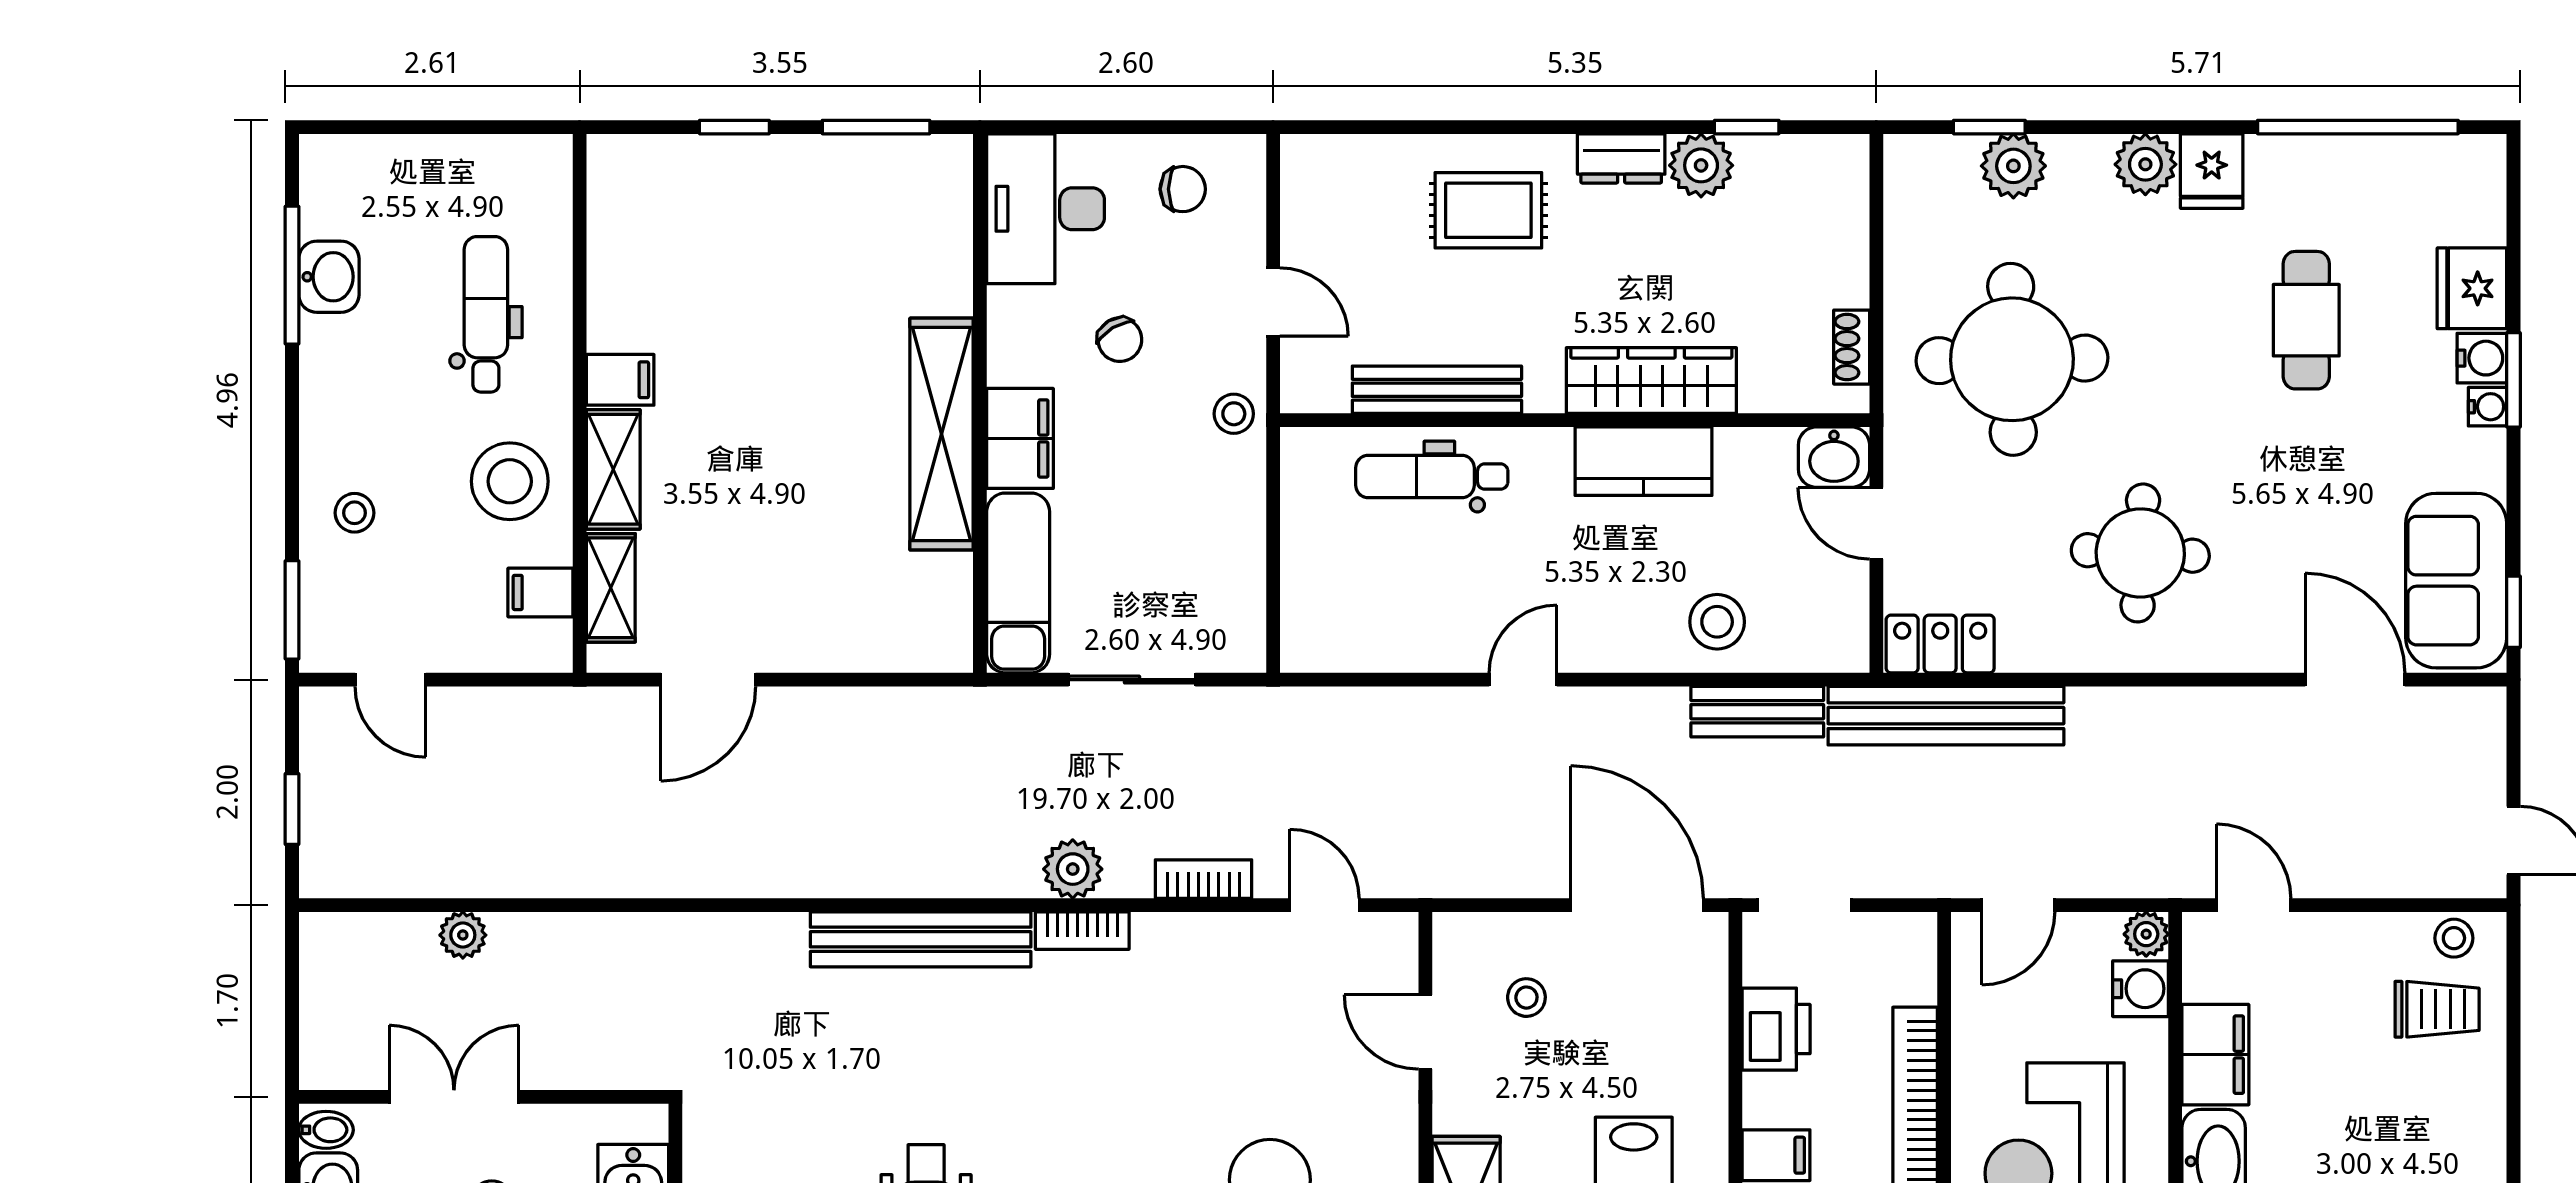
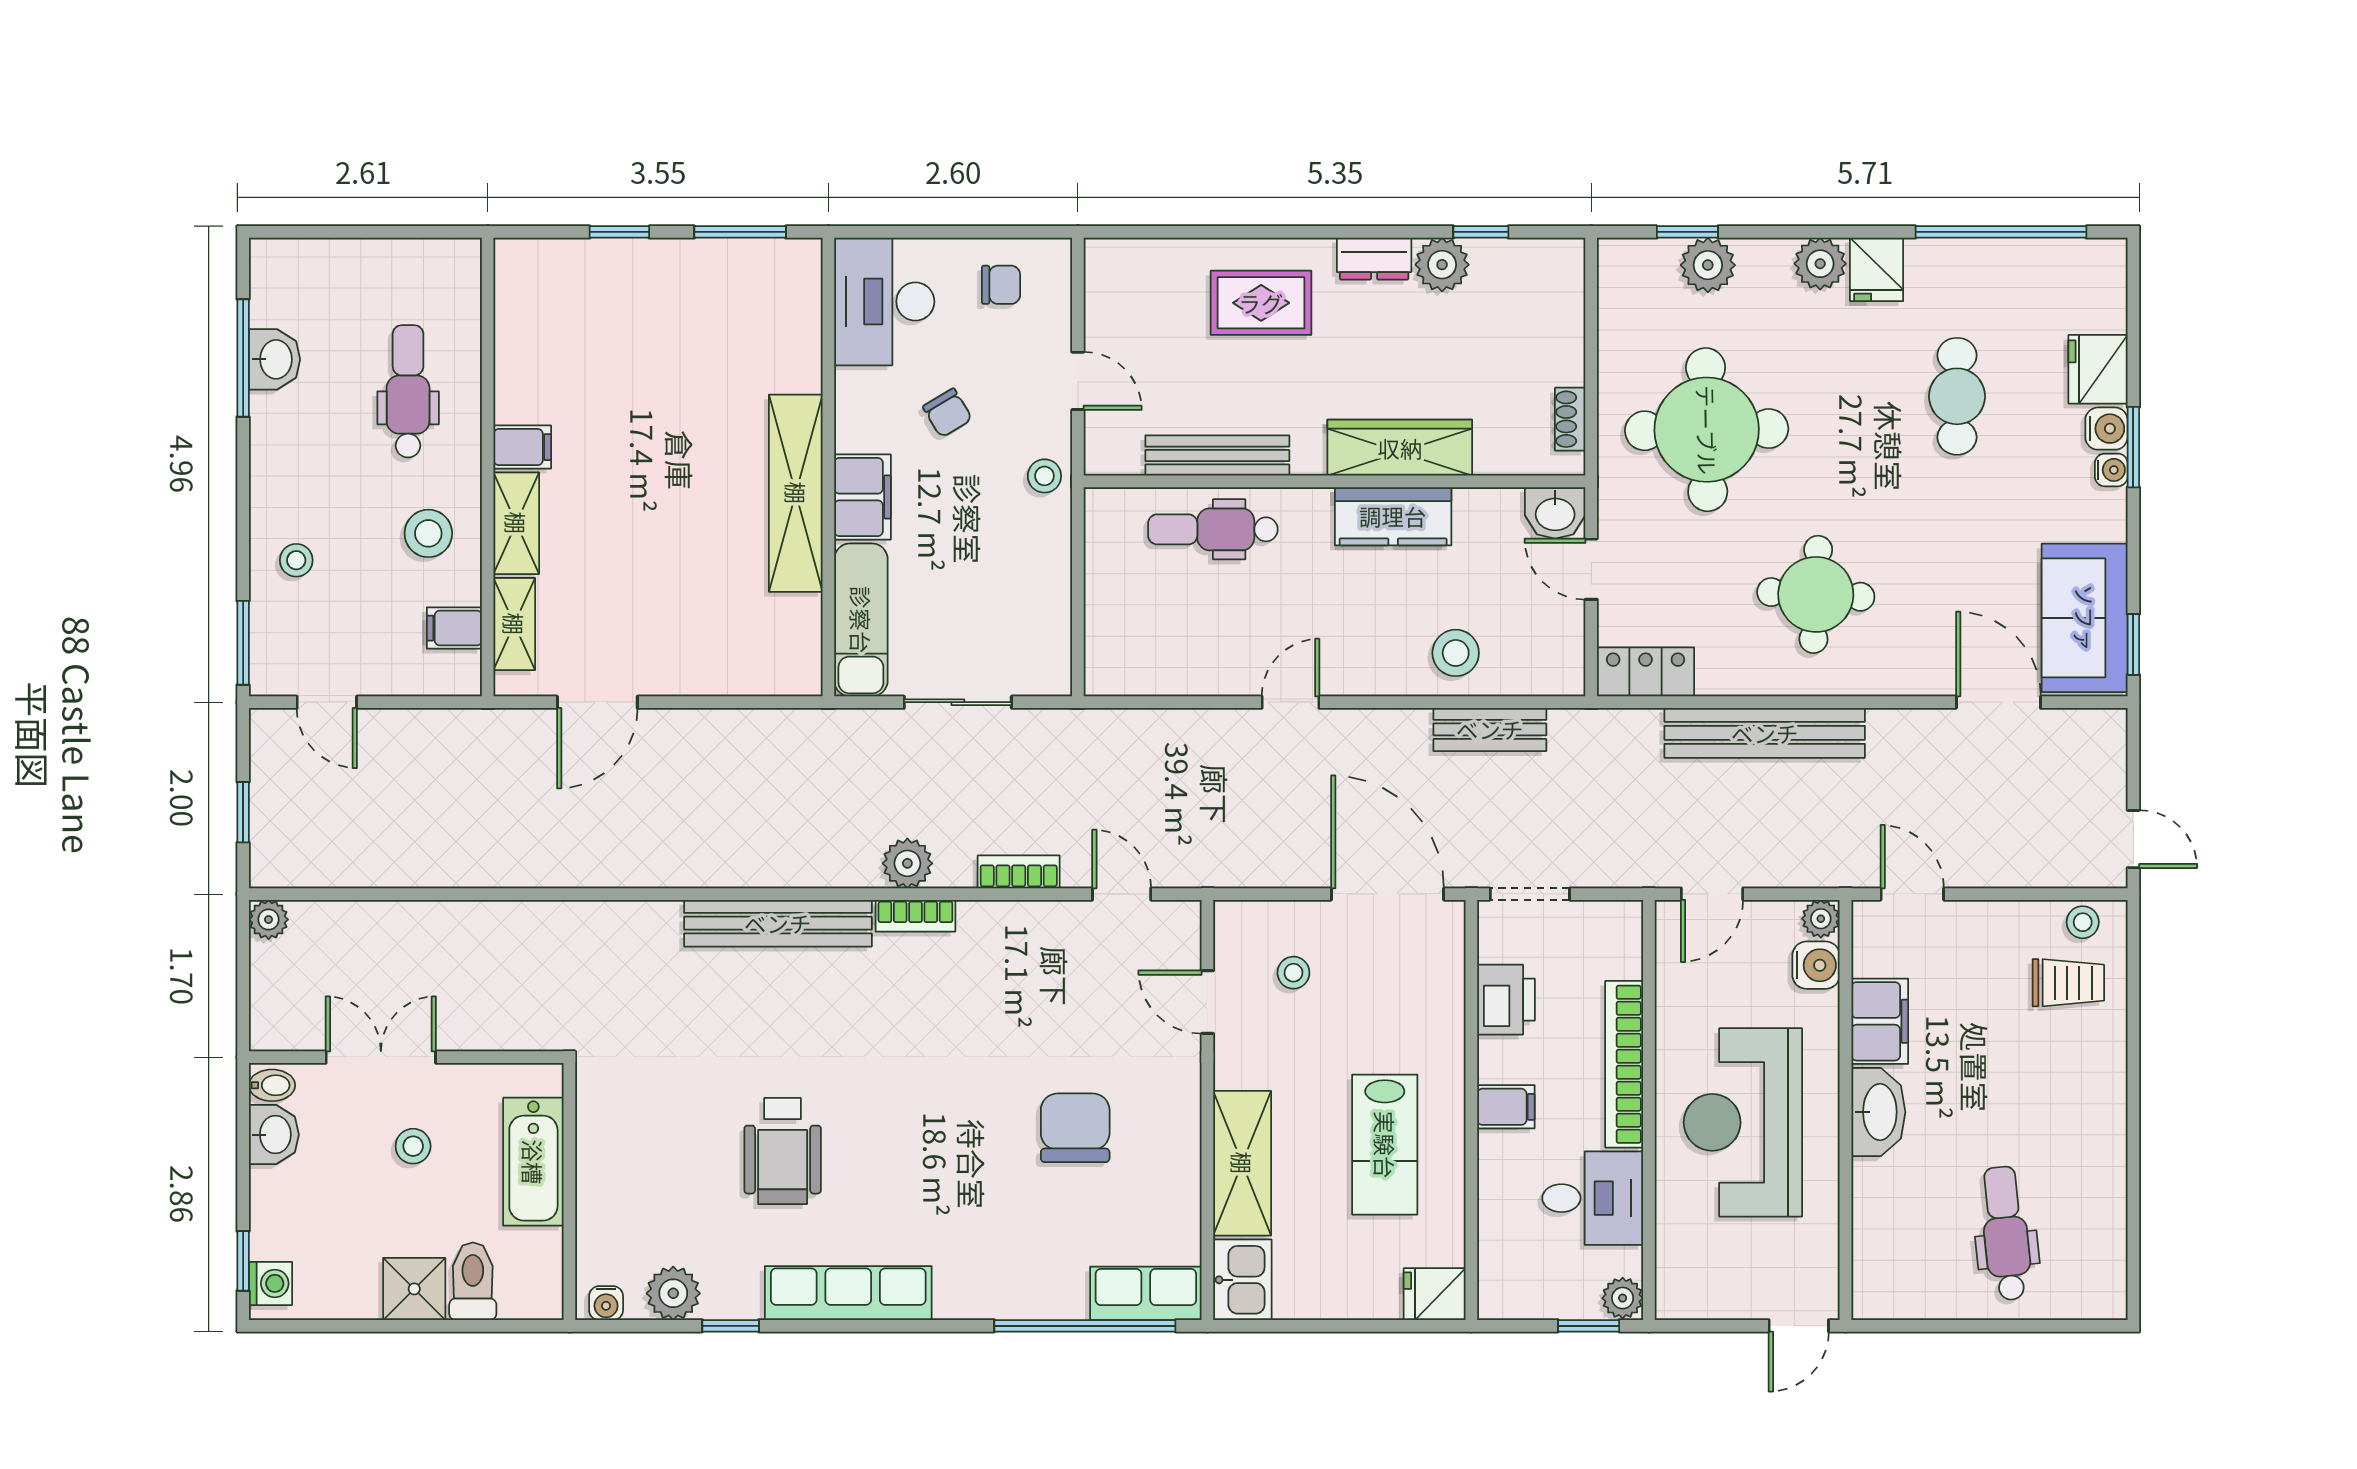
stool: (510, 481) -> (428, 533), width x0.73, depth x0.73
bench: (1946, 716) -> (1765, 733), moved
plant: (463, 935) -> (269, 920), moved

